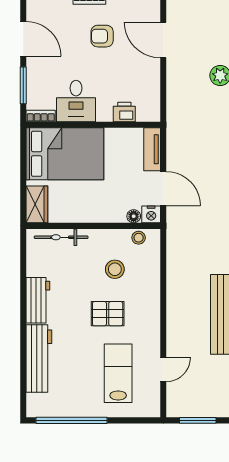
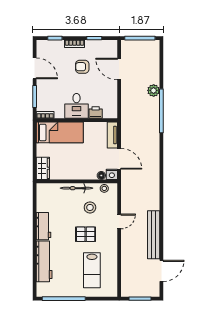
desk: (76, 101) -> (77, 106), moved
bed: (65, 154) -> (60, 132), width x0.67
bicycle: (61, 237) -> (77, 188), moved
door: (163, 369) -> (119, 221), moved
lab bench: (118, 373) -> (92, 270), turned 180

